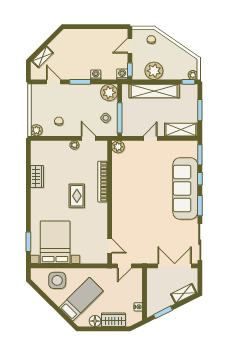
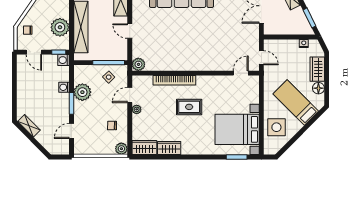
shelving: (43, 57) -> (29, 126), moved
plant: (109, 93) -> (82, 92), moved
wardrobe: (37, 153) -> (144, 148), added

